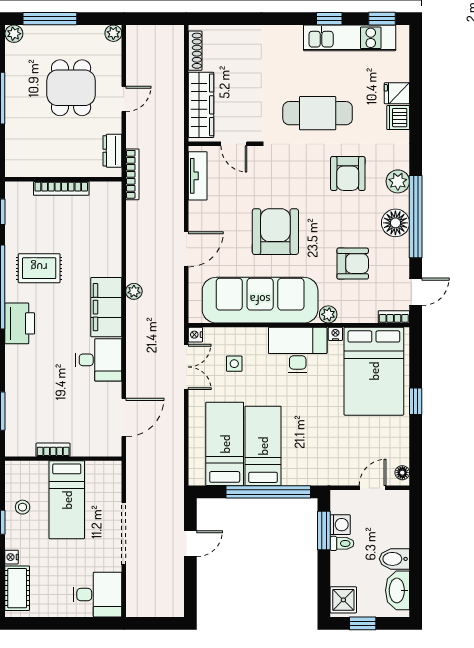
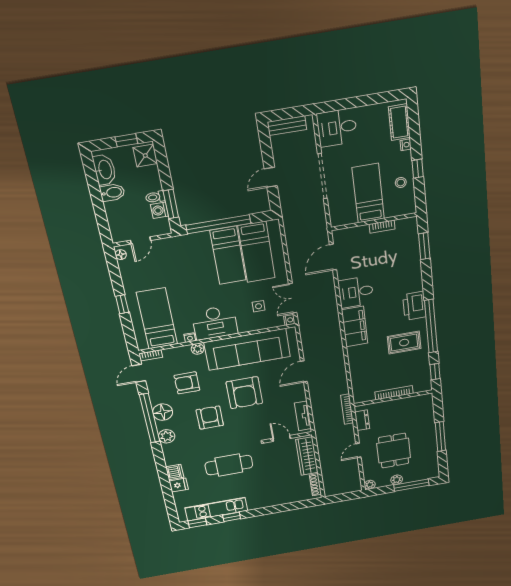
plant: (14, 34) -> (397, 480), moved
armchair: (348, 173) -> (210, 418), moved
plant: (134, 291) -> (337, 340), removed
bed: (374, 371) -> (157, 318), width x0.67
bench: (160, 608) -> (287, 126), added

